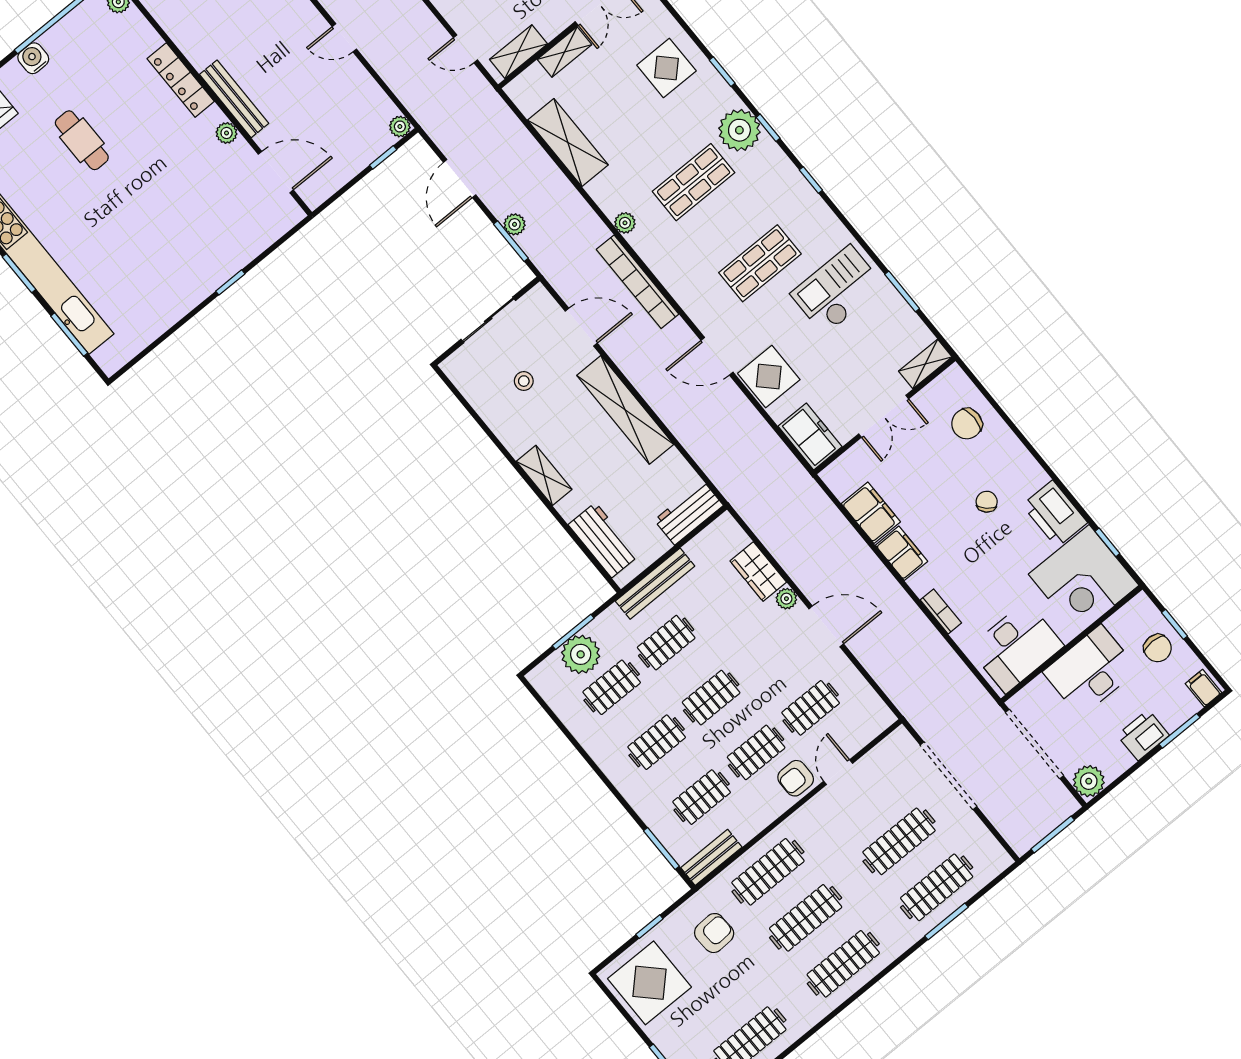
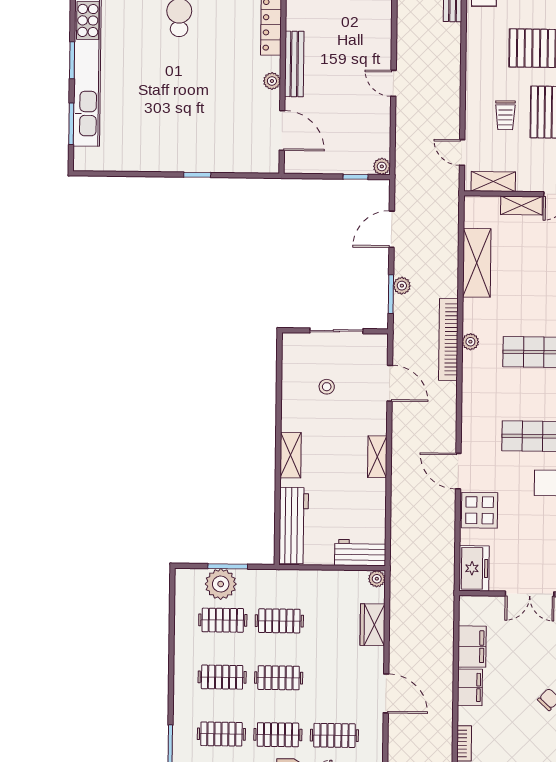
bookcase: (638, 282) -> (448, 339), moved
shelving: (625, 410) -> (377, 457), width x0.45, depth x0.75
workbench: (604, 540) -> (294, 526), width x1.37
bench: (655, 584) -> (303, 579), removed
plant: (786, 599) -> (377, 579), moved

